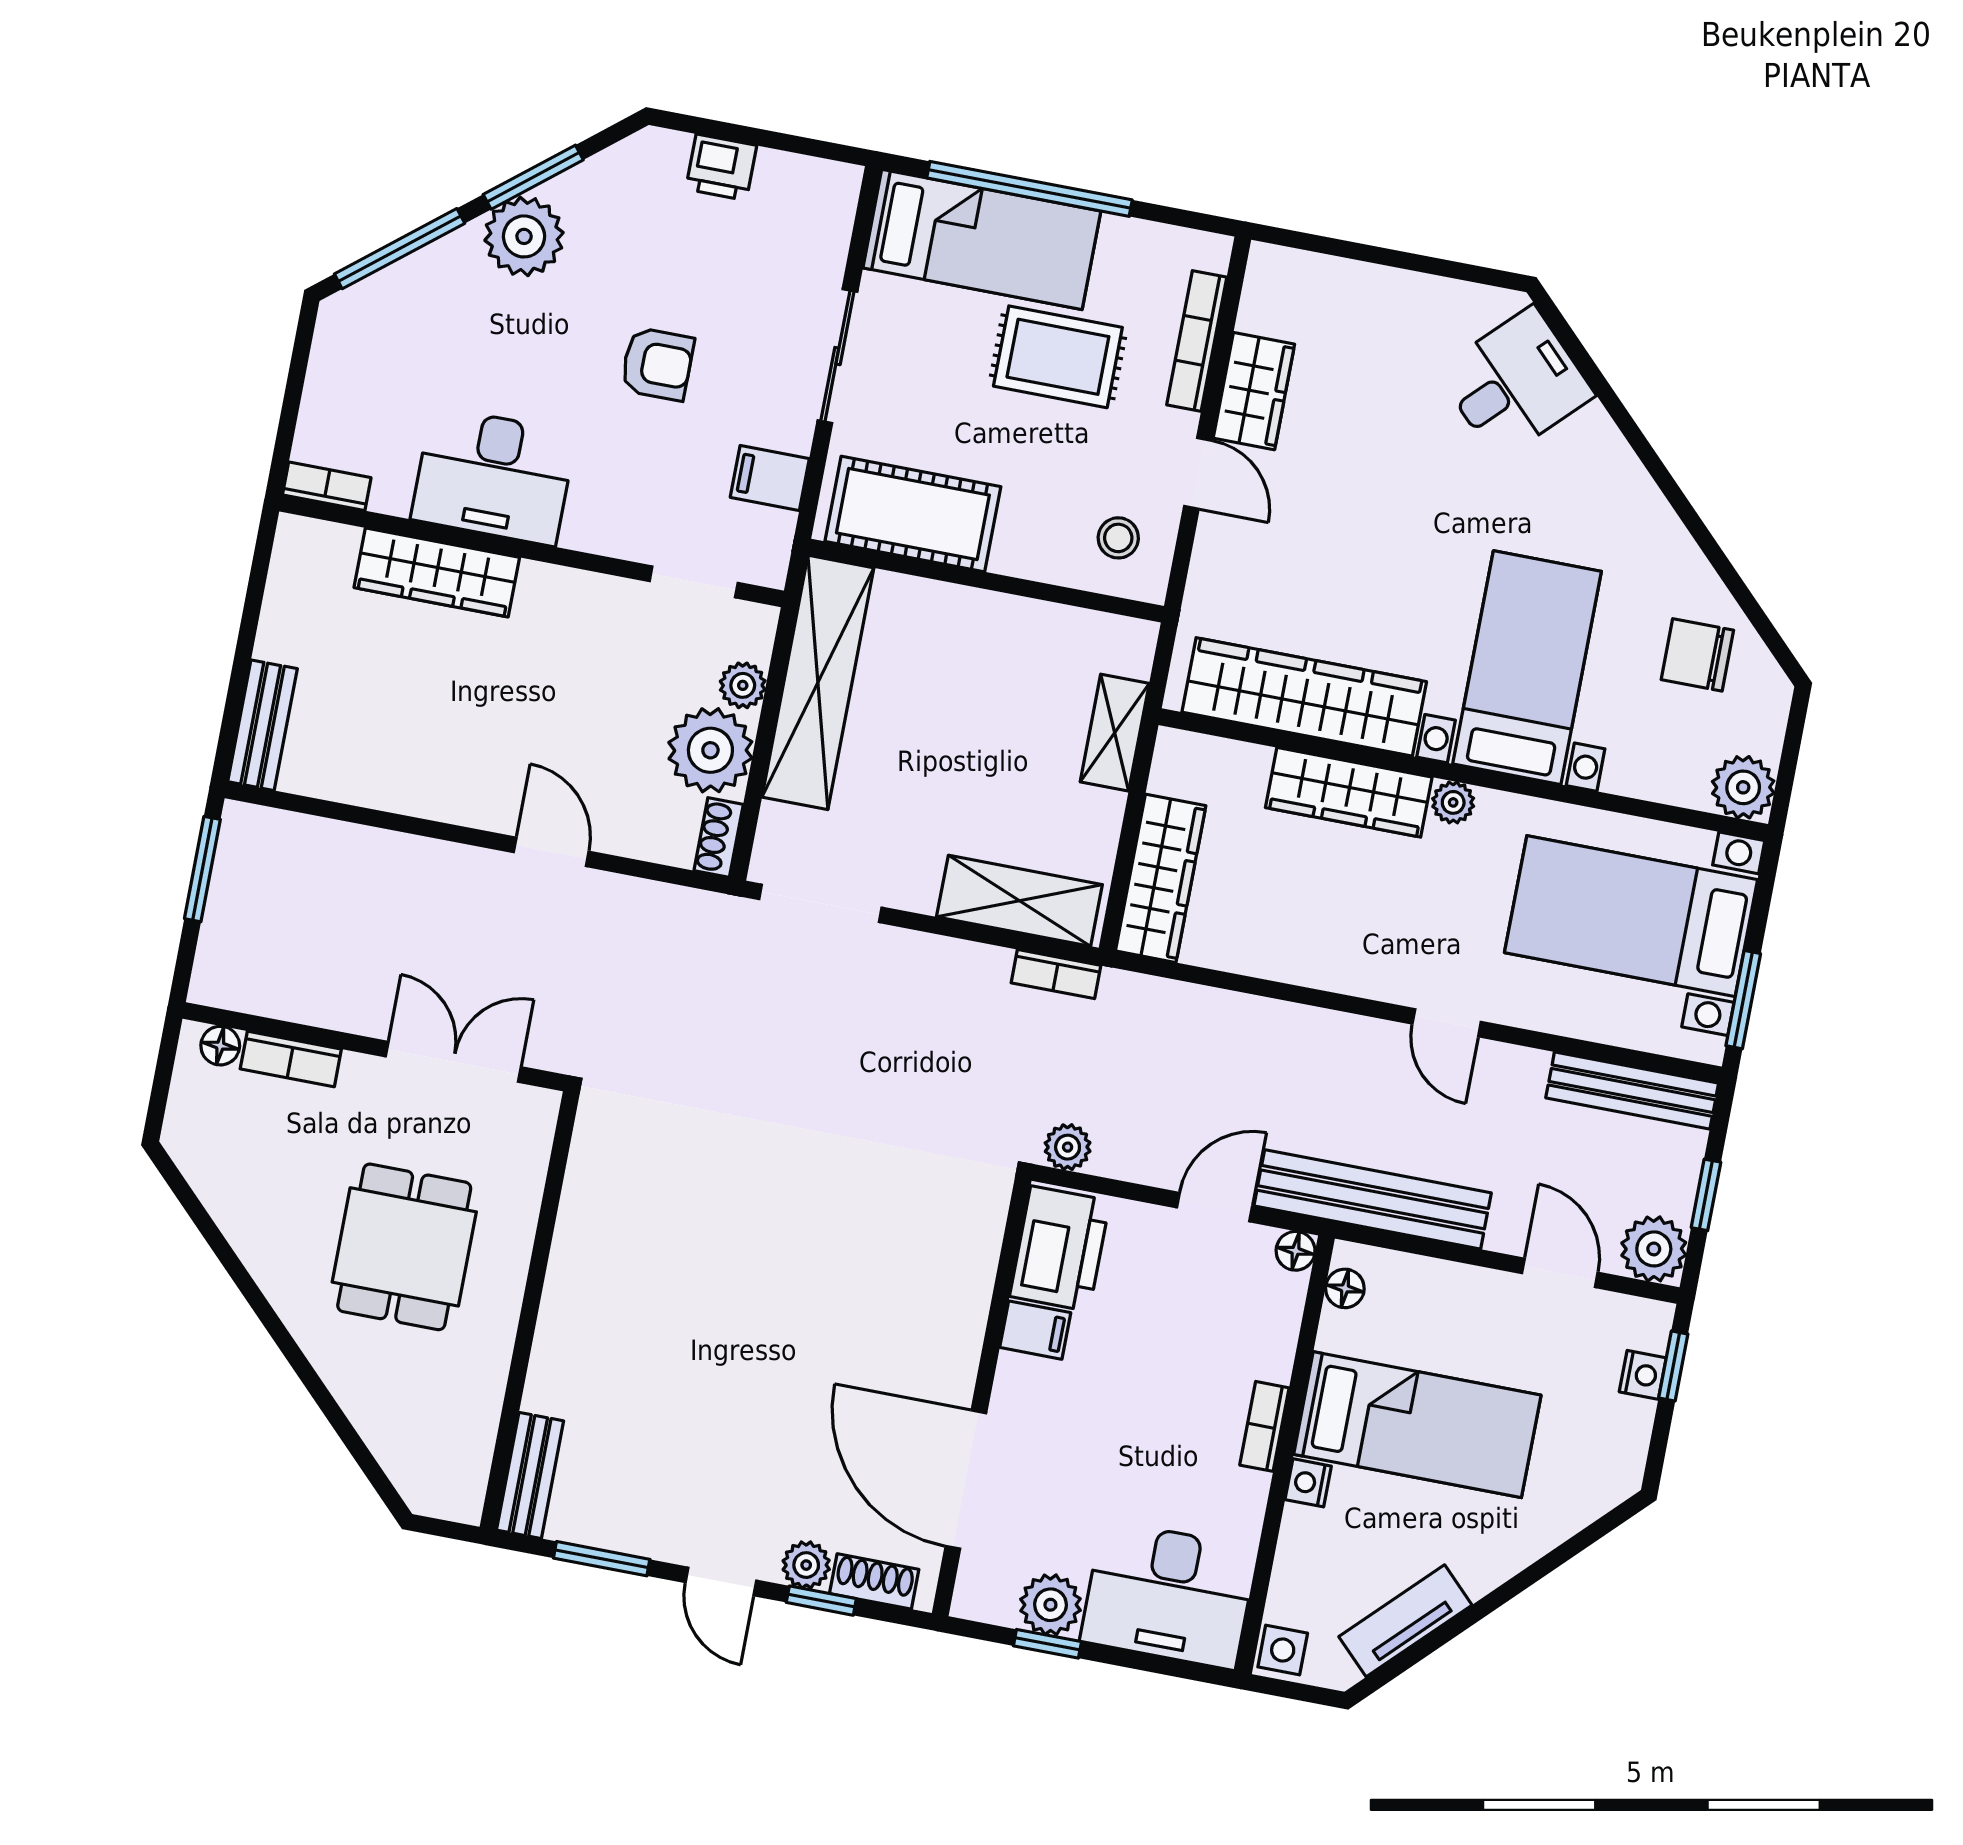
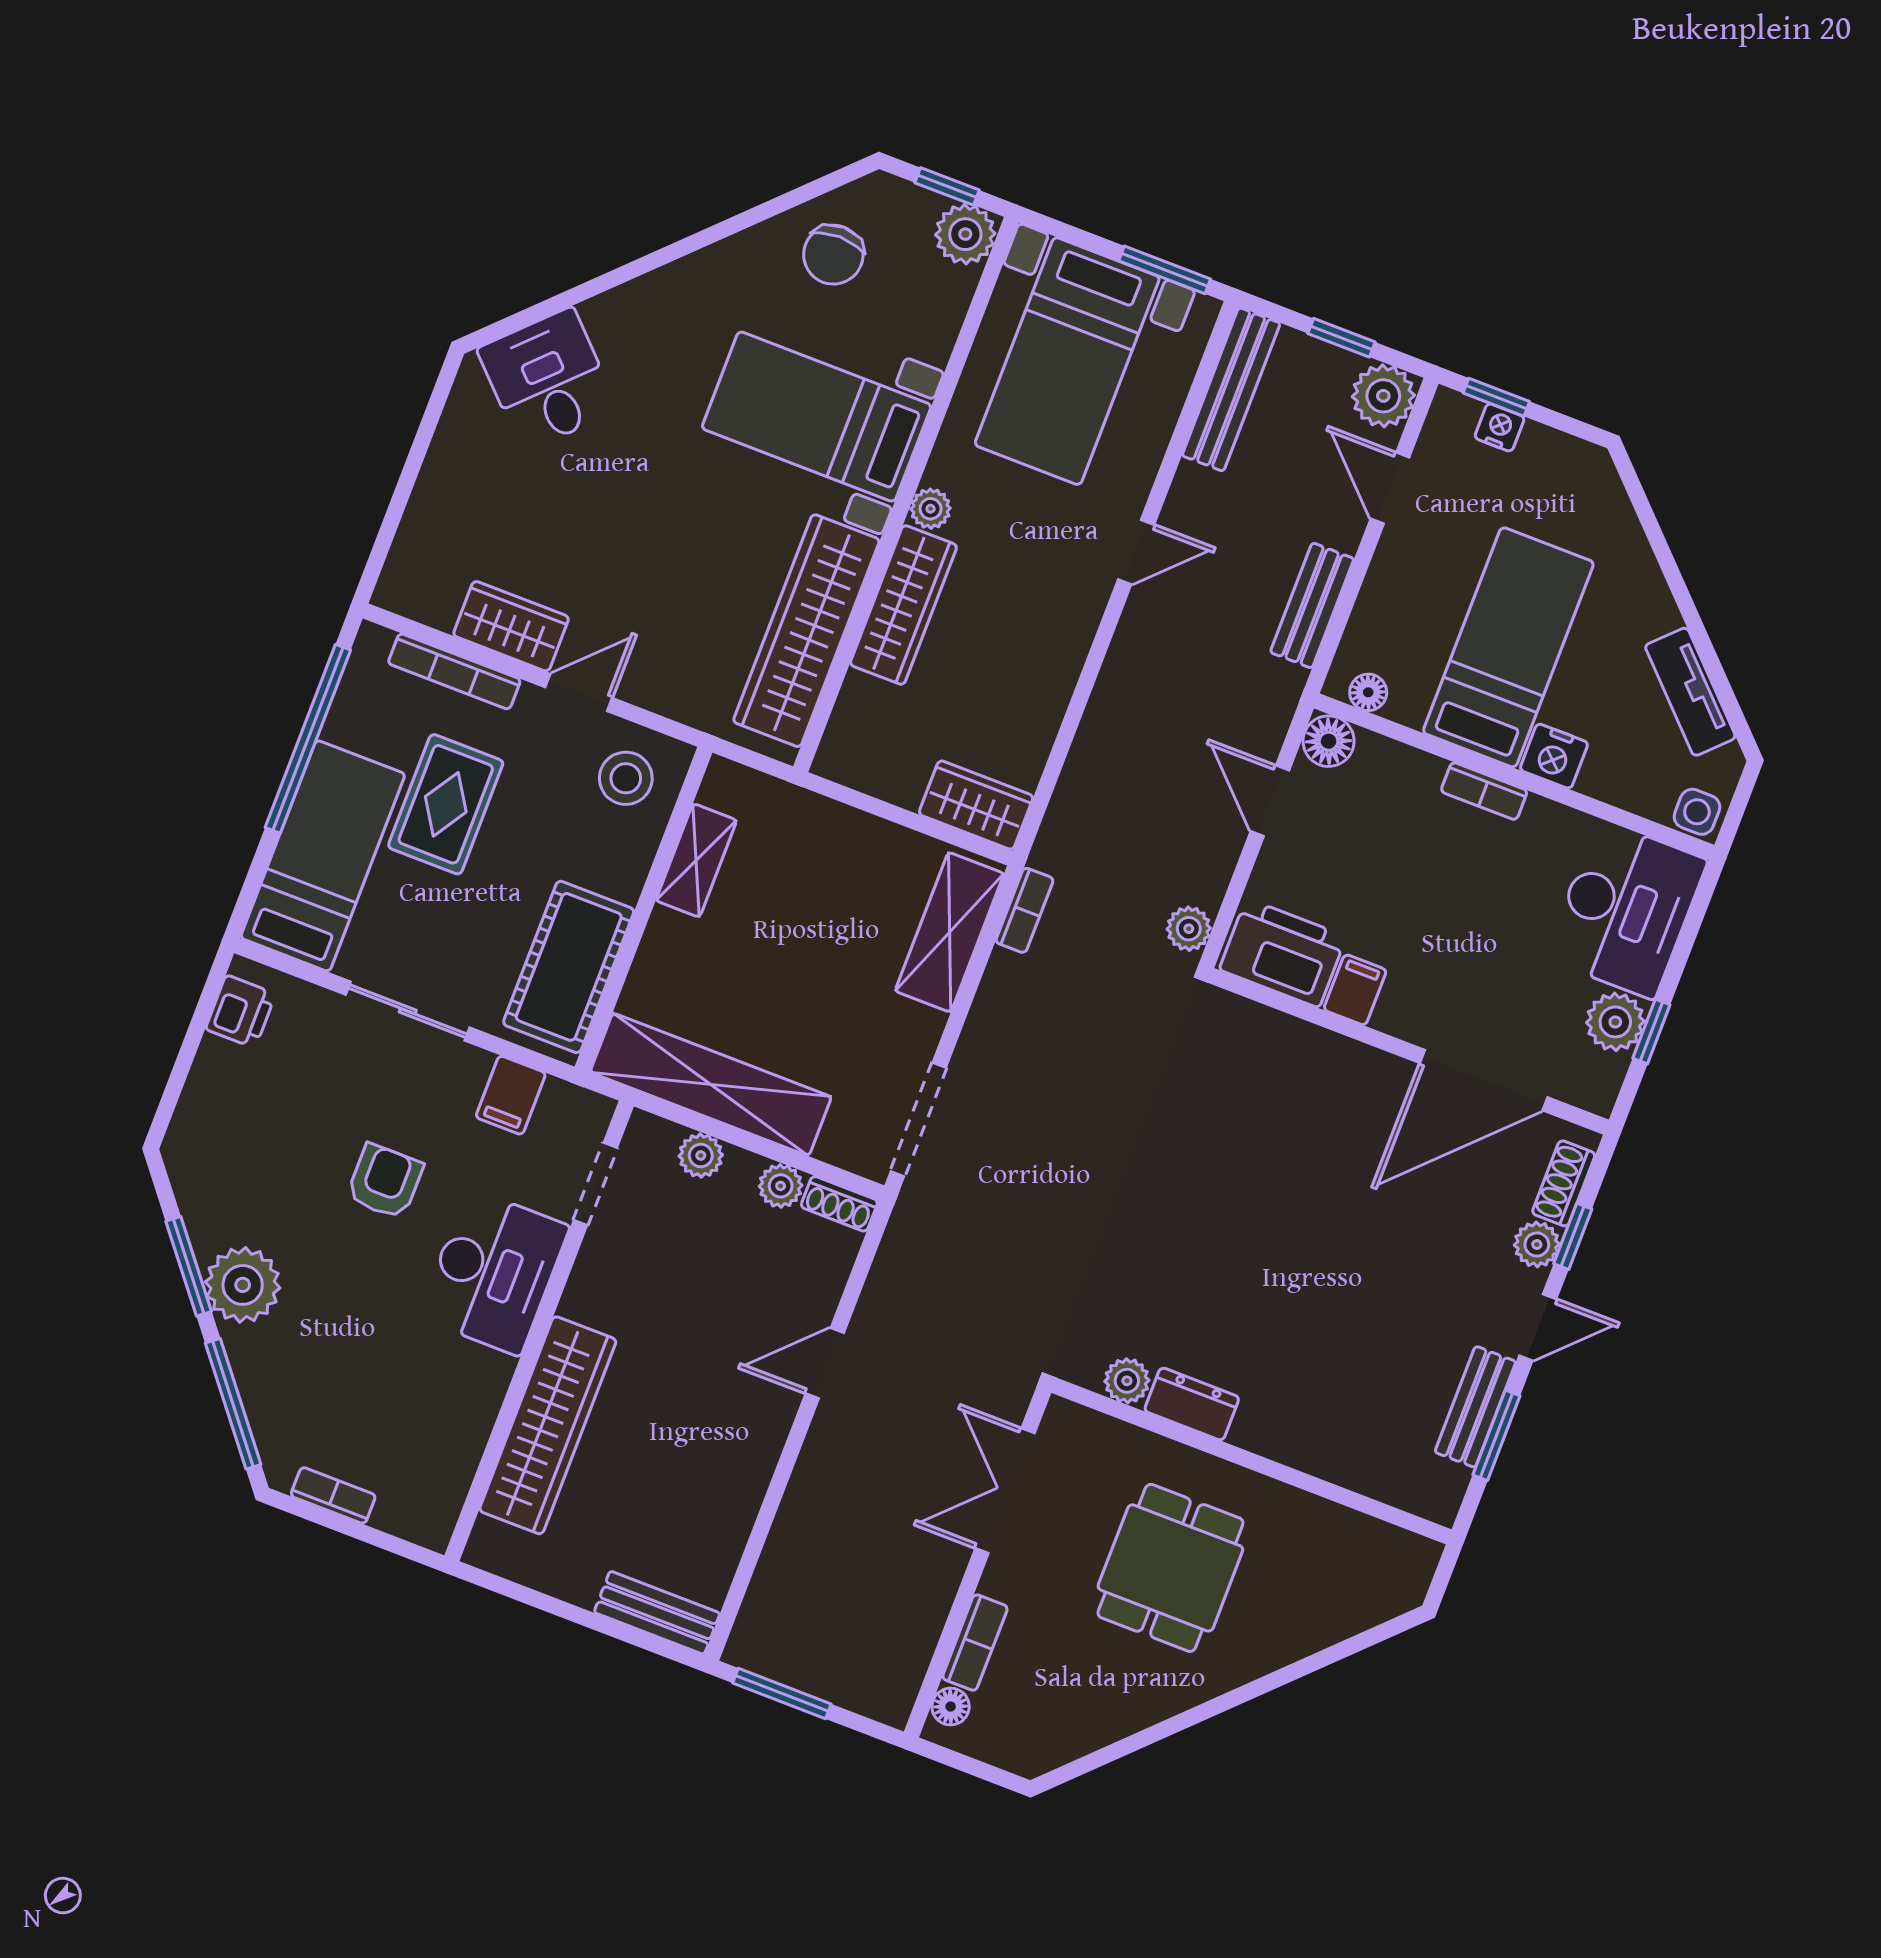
printer: (721, 167) -> (241, 1011), moved
window: (1029, 189) -> (308, 739), moved
desk: (494, 476) -> (494, 1272), moved
bookcase: (327, 486) -> (333, 1495), moved, turned 90
stool: (1118, 538) -> (626, 778), width x1.37, depth x1.37
wardrobe: (437, 572) -> (548, 1425), width x1.40, depth x1.17
shelving: (1115, 733) -> (696, 860), moved, turned 90
plant: (710, 750) -> (781, 1186), width x0.53, depth x0.53
window: (1789, 760) -> (947, 186), added
wardrobe: (1161, 878) -> (976, 805), width x0.67
plant: (589, 1167) -> (1127, 1381), added
bench: (1373, 1199) -> (1312, 605), width x0.54, depth x0.82
dresser: (577, 1238) -> (1192, 1404), added
dining table: (404, 1247) -> (1170, 1568), turned 90
floor lamp: (1296, 1251) -> (1329, 741), width x1.37, depth x1.37
door: (1560, 1273) -> (1390, 488), hinge flipped
bench: (530, 1475) -> (1475, 1407), moved, turned 90
nightstand: (1308, 1483) -> (1554, 756), width x1.39, depth x1.35

